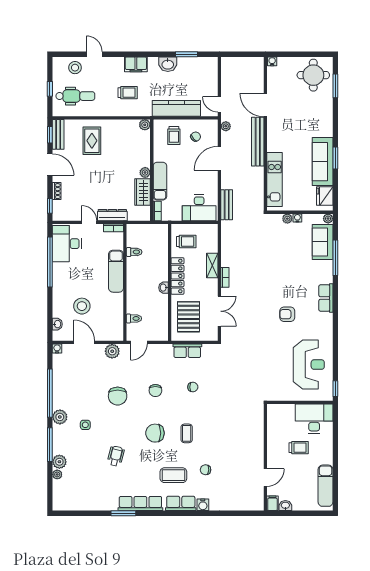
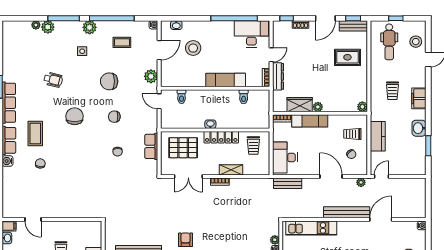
kitchen counter: (176, 108) -> (378, 136), width x0.67
coffee table: (187, 433) -> (122, 42), moved

